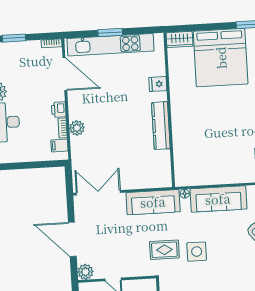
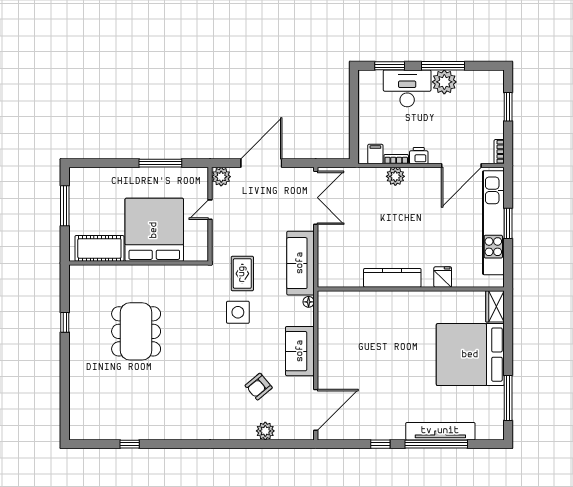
sofa: (218, 199) -> (300, 351), width x0.73

